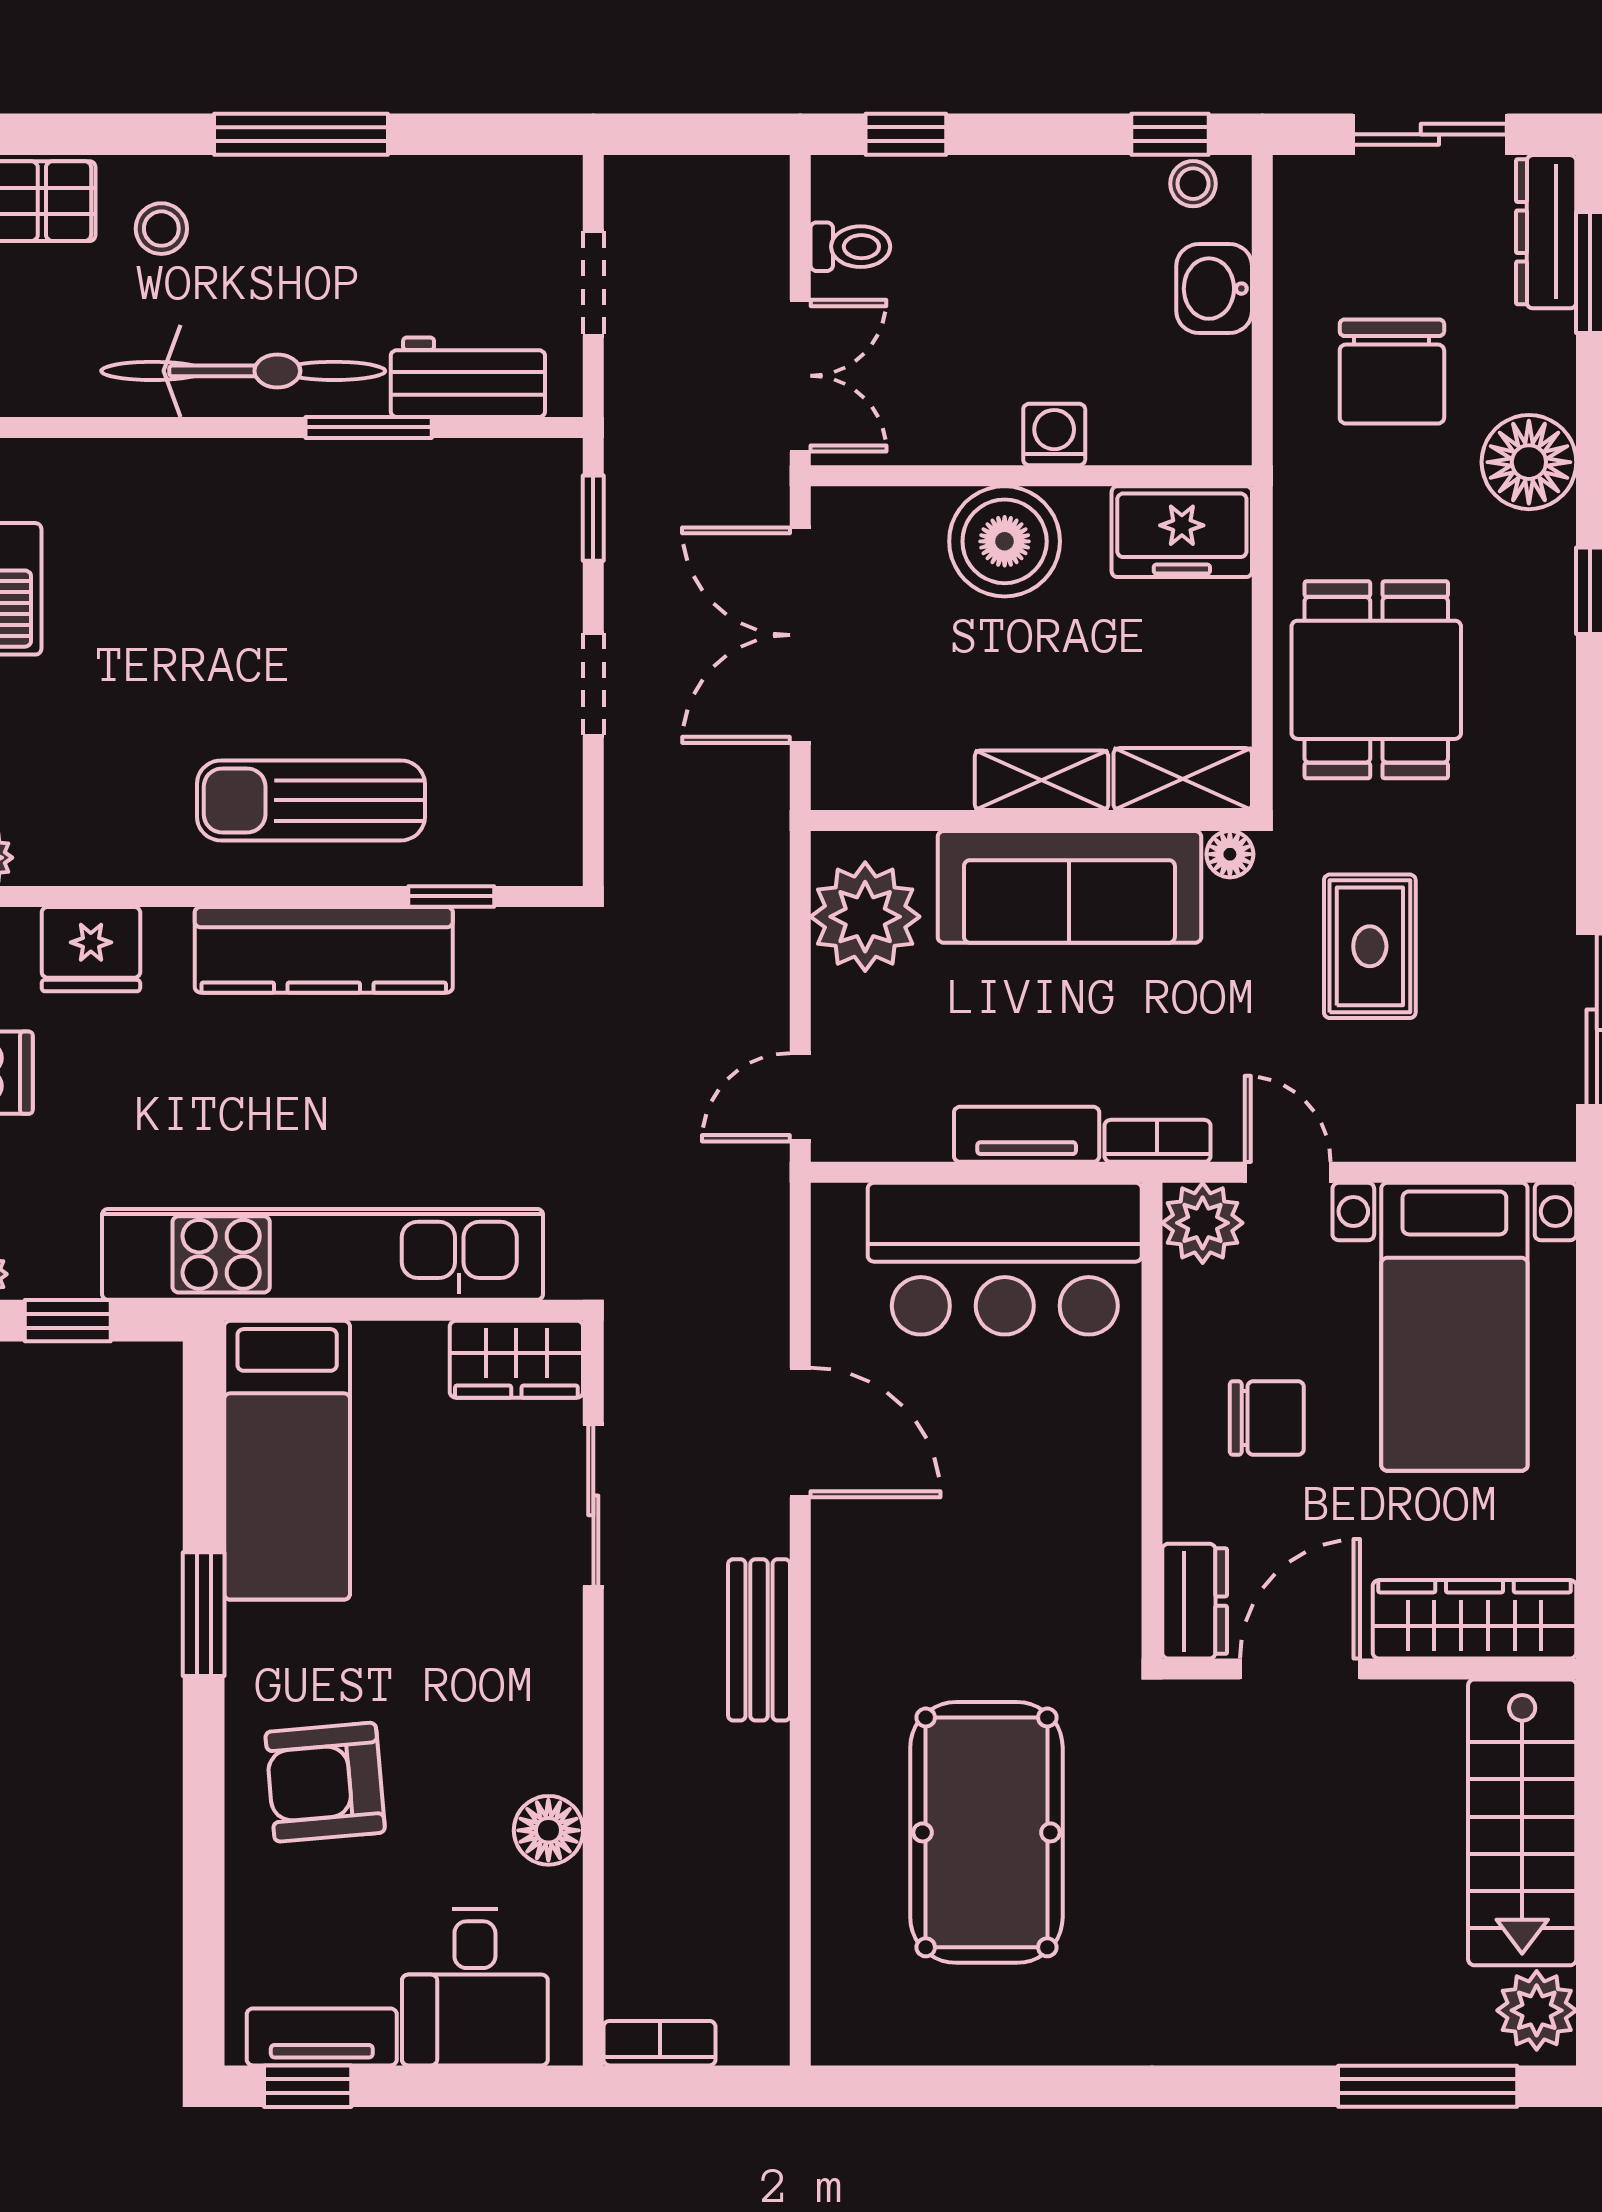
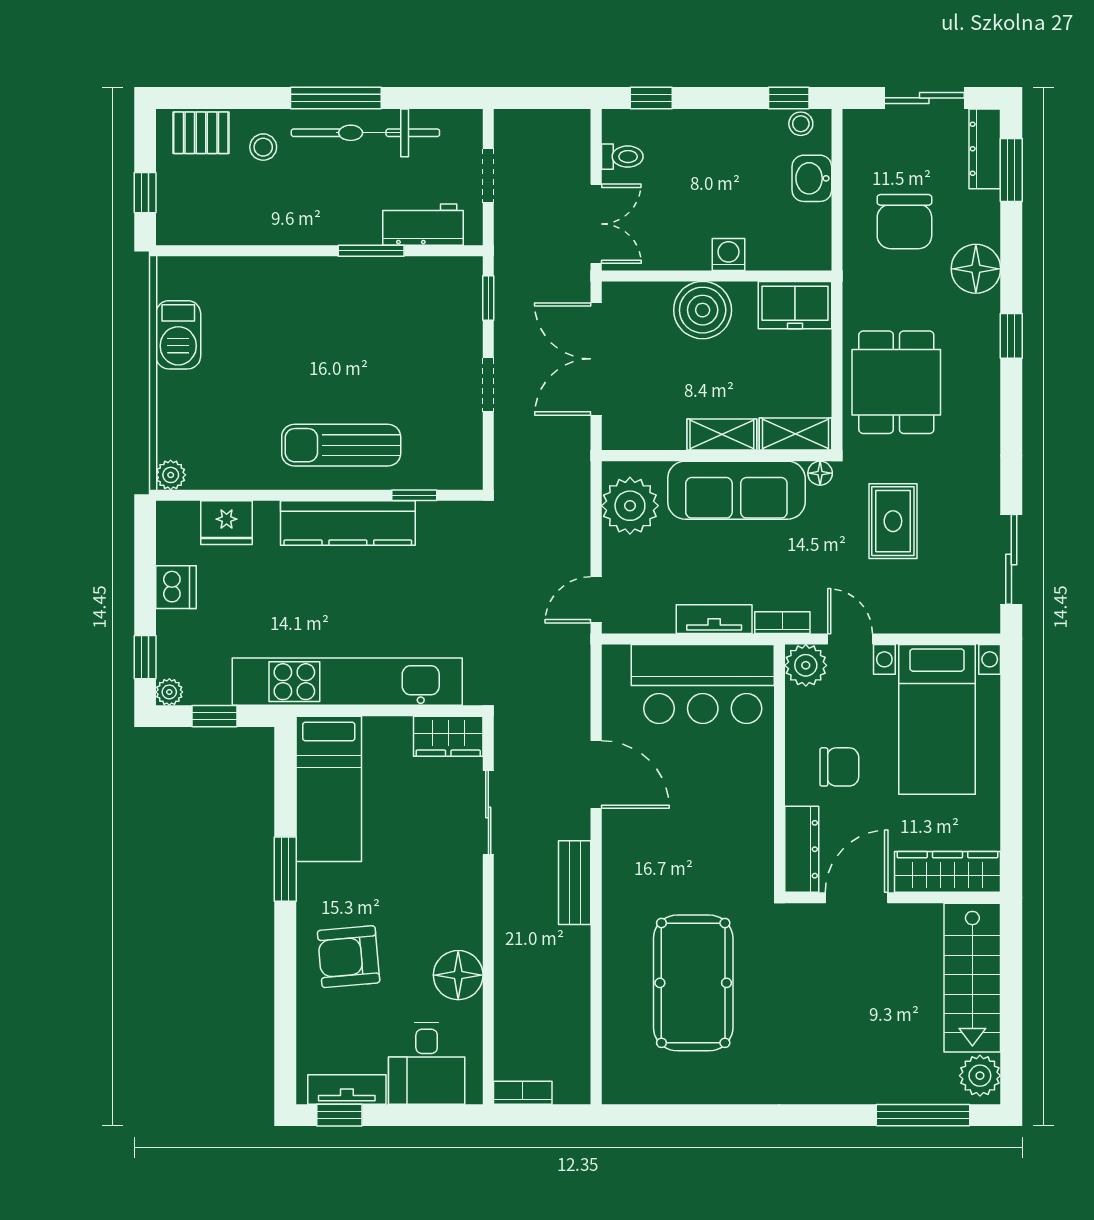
bicycle: (243, 371) -> (365, 133), moved, turned 180
dresser: (1195, 1601) -> (802, 849), width x1.44
floor lamp: (548, 1830) -> (458, 975), width x1.38, depth x1.38

